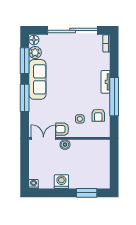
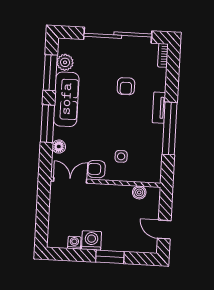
floor lamp: (34, 40) -> (59, 147), moved
armchair: (98, 115) -> (126, 86), moved
boiler: (65, 145) -> (139, 192), moved
door: (114, 171) -> (164, 230), added
washing machine: (34, 184) -> (74, 243), moved
window: (87, 193) -> (110, 257), moved

